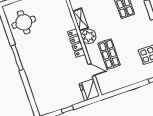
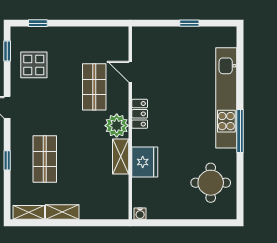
locker: (76, 43) -> (140, 114), width x0.66
kitchen unit: (32, 74) -> (226, 98), added
fridge: (89, 90) -> (145, 162), moved

